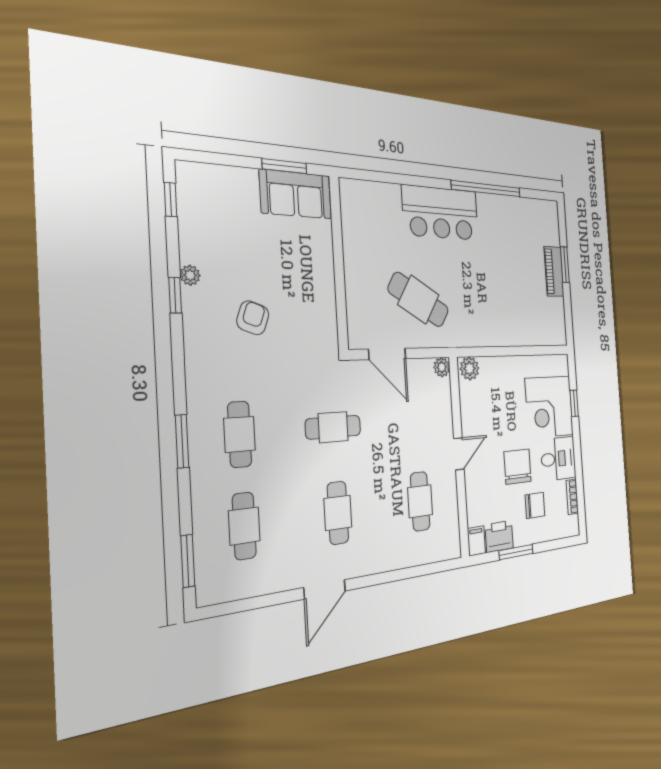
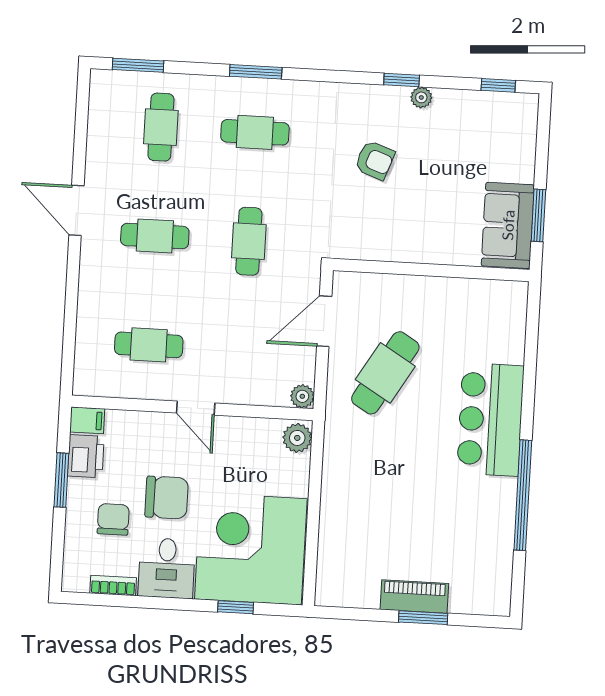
corner desk: (549, 407) -> (251, 549), width x1.36, depth x1.36
chair: (535, 505) -> (113, 519), turned 180
cafe table: (244, 526) -> (161, 127), turned 90

